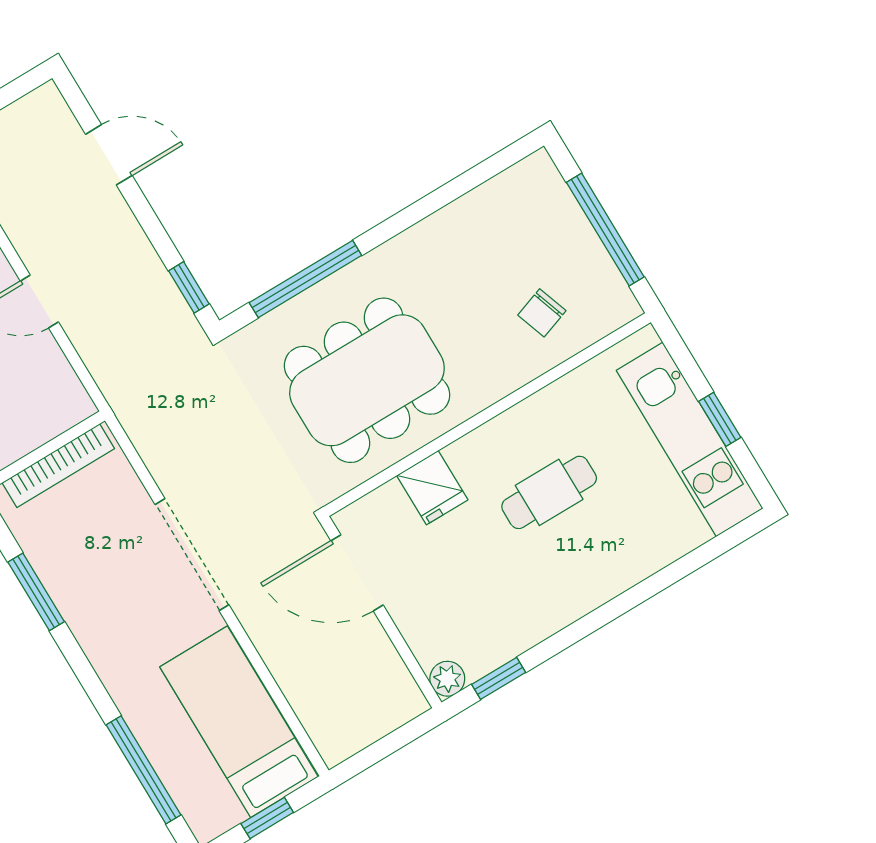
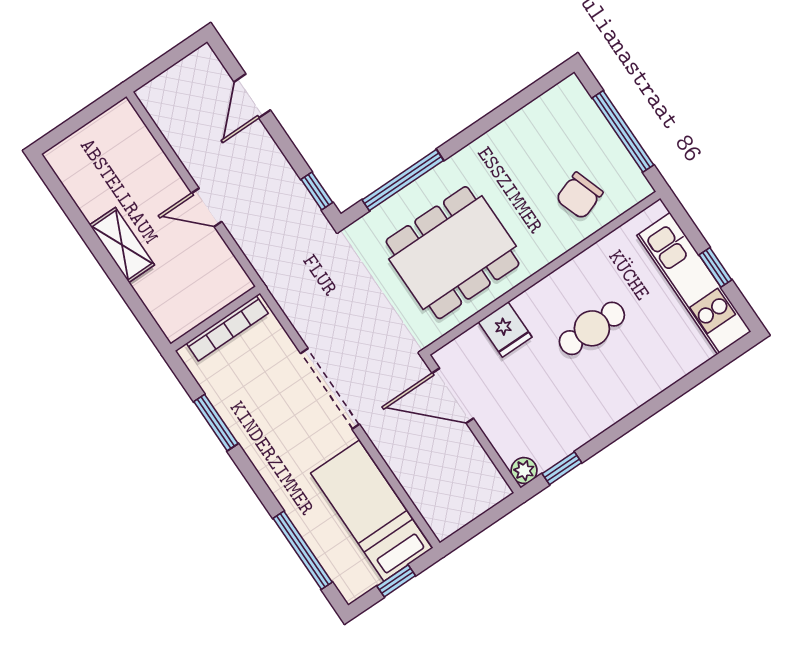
door: (109, 155) -> (252, 96), swing flipped
chair: (542, 313) -> (579, 196), width x1.37, depth x1.37

